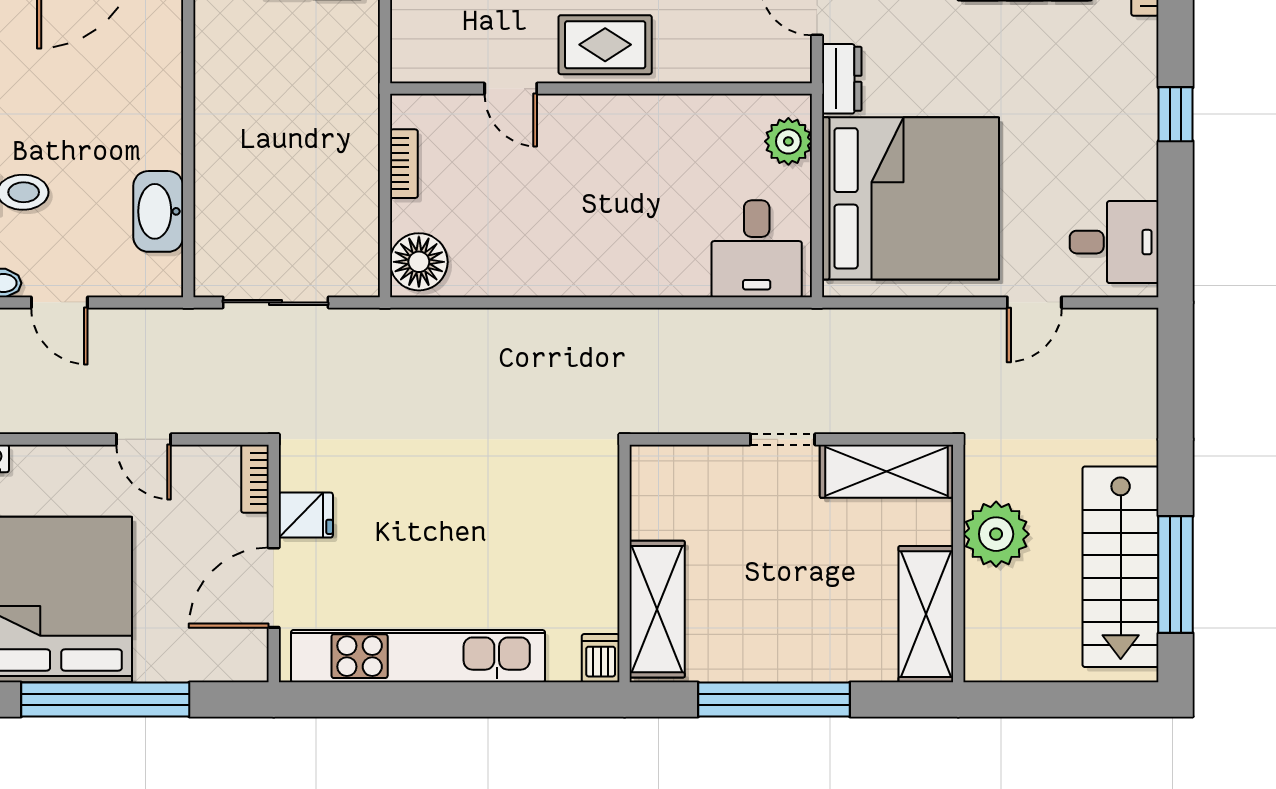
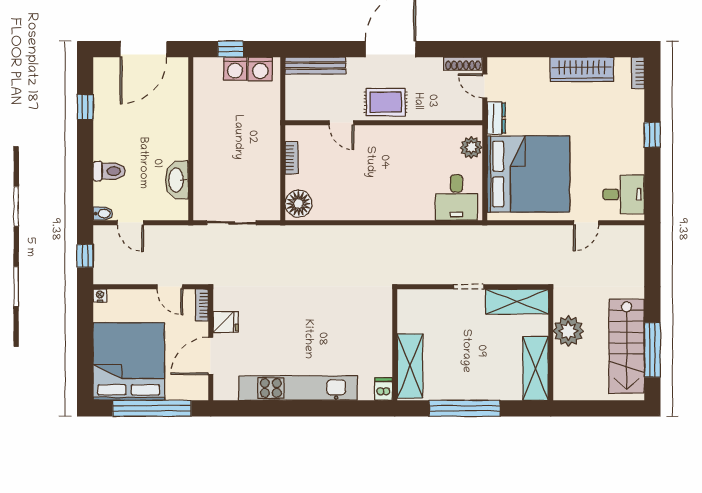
bookcase: (255, 479) -> (202, 305), moved
fridge: (306, 515) -> (226, 322), moved
wall: (274, 563) -> (211, 345), moved
door: (274, 588) -> (211, 356), moved

